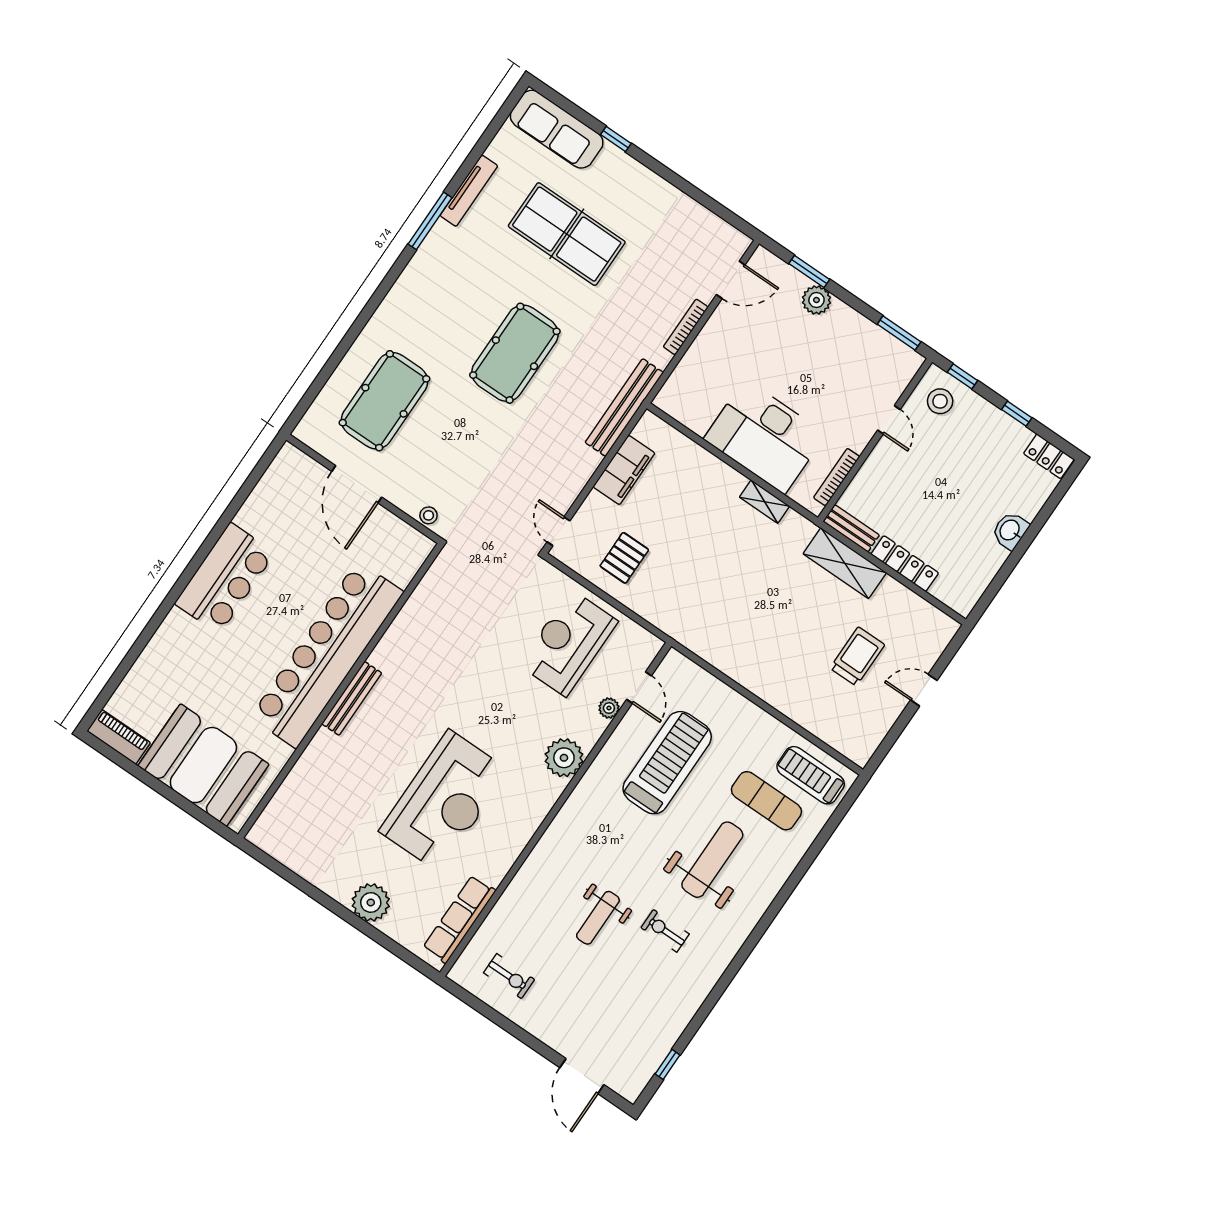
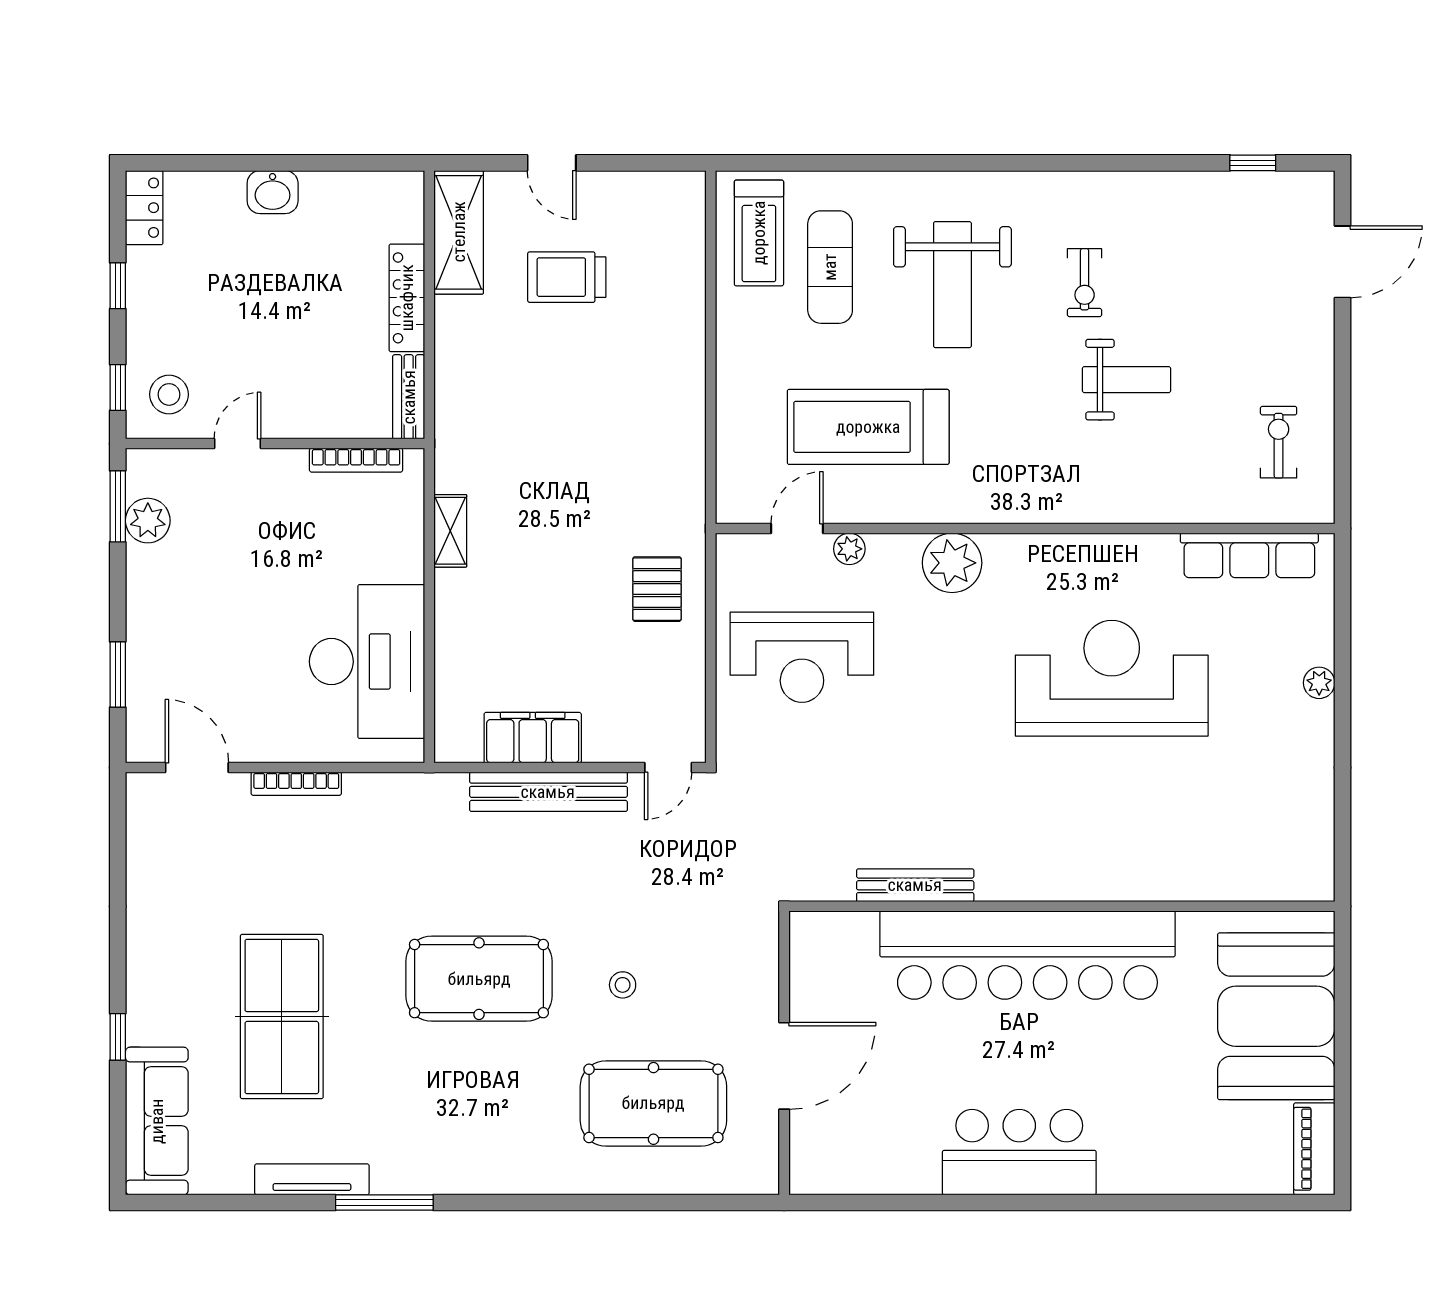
plant: (816, 300) -> (148, 521), moved
bench: (624, 408) -> (548, 792), moved
desk: (765, 437) -> (367, 662), moved
stool: (428, 515) -> (623, 985), moved
pallet: (624, 558) -> (657, 589), moved, turned 90
shelving: (845, 563) -> (459, 232), moved
bench: (352, 698) -> (915, 885), moved
weight bench: (712, 860) -> (952, 285), turned -90
plant: (371, 902) -> (1319, 683), width x0.53, depth x0.53

